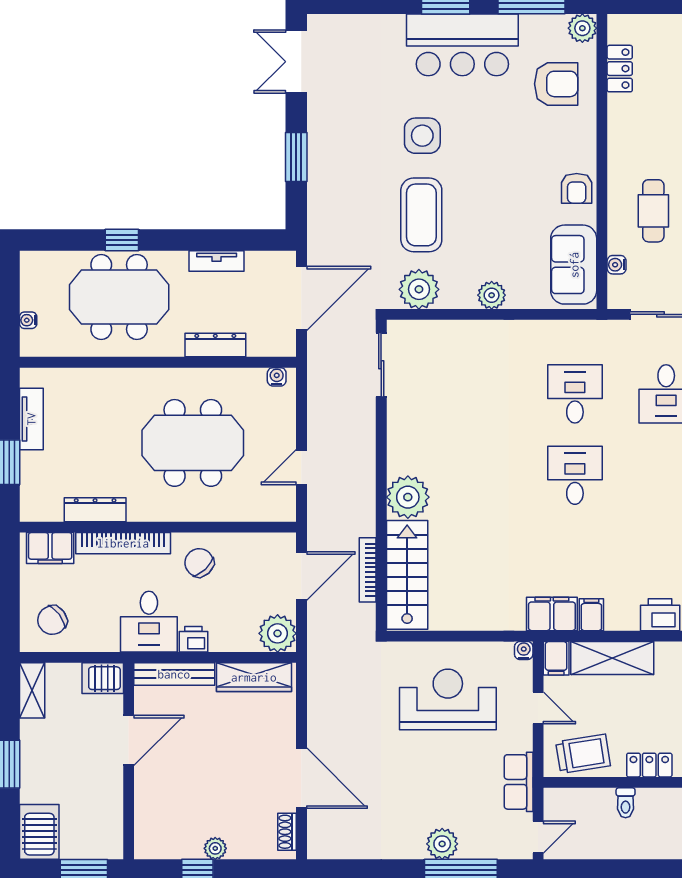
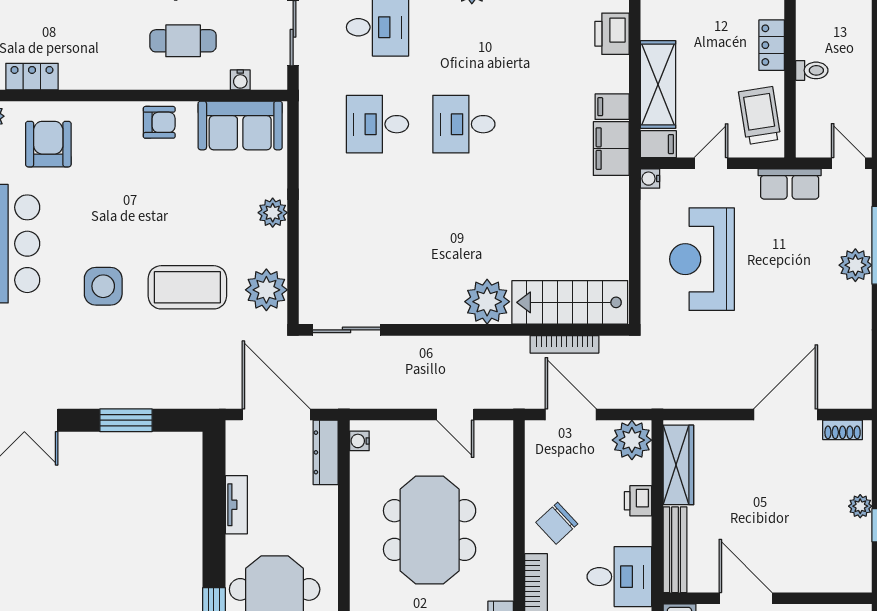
dresser: (215, 345) -> (326, 452), moved
printer: (193, 639) -> (638, 501), moved

